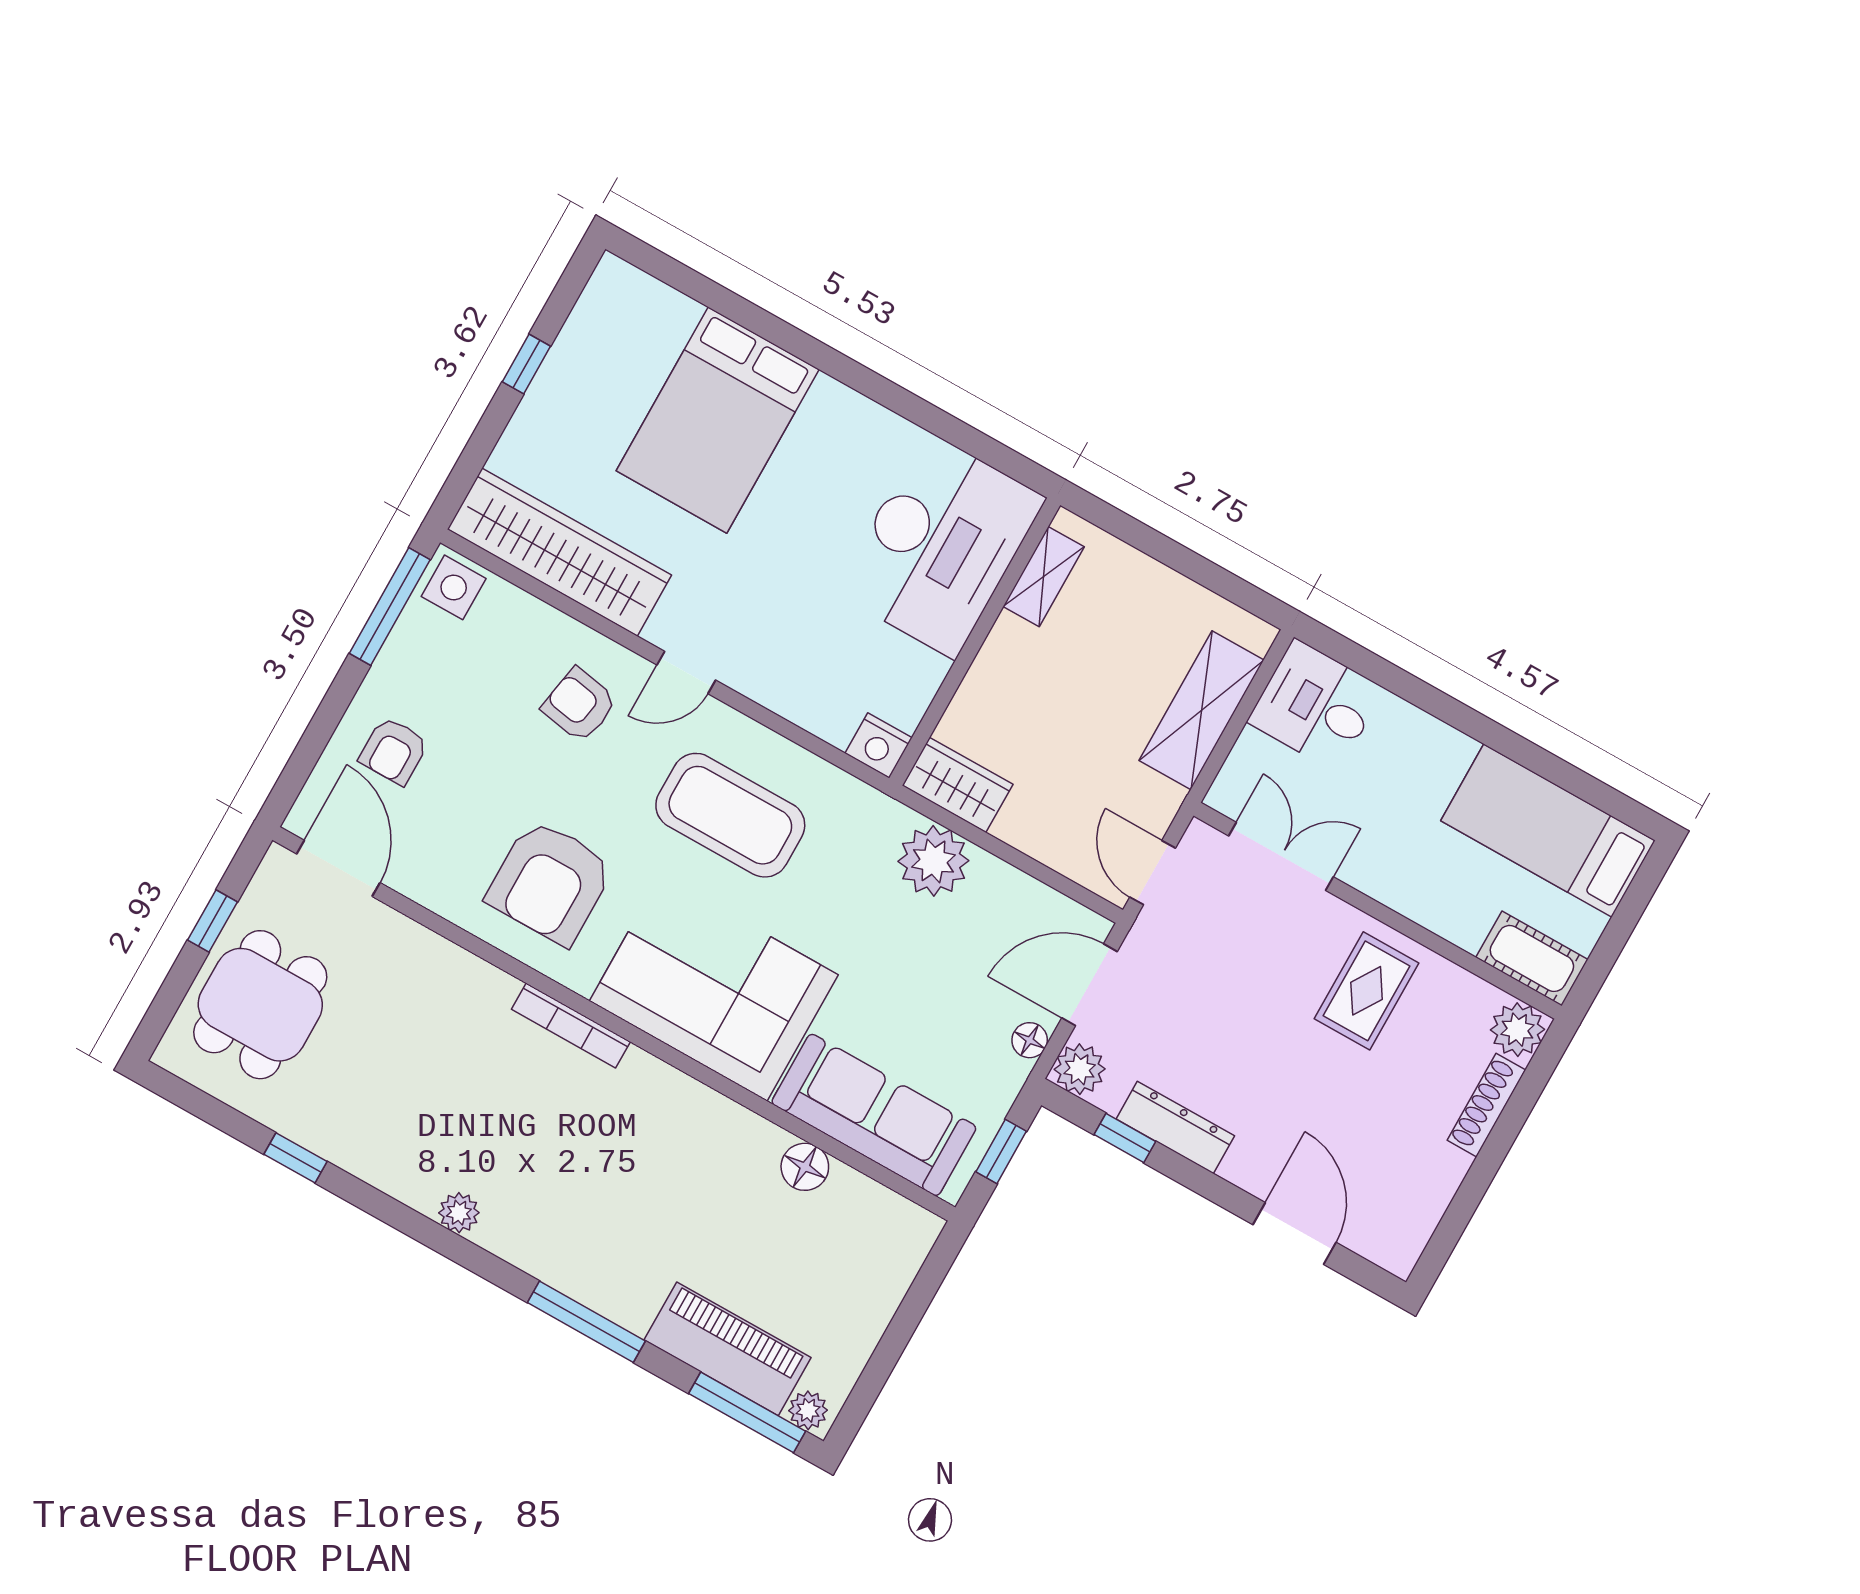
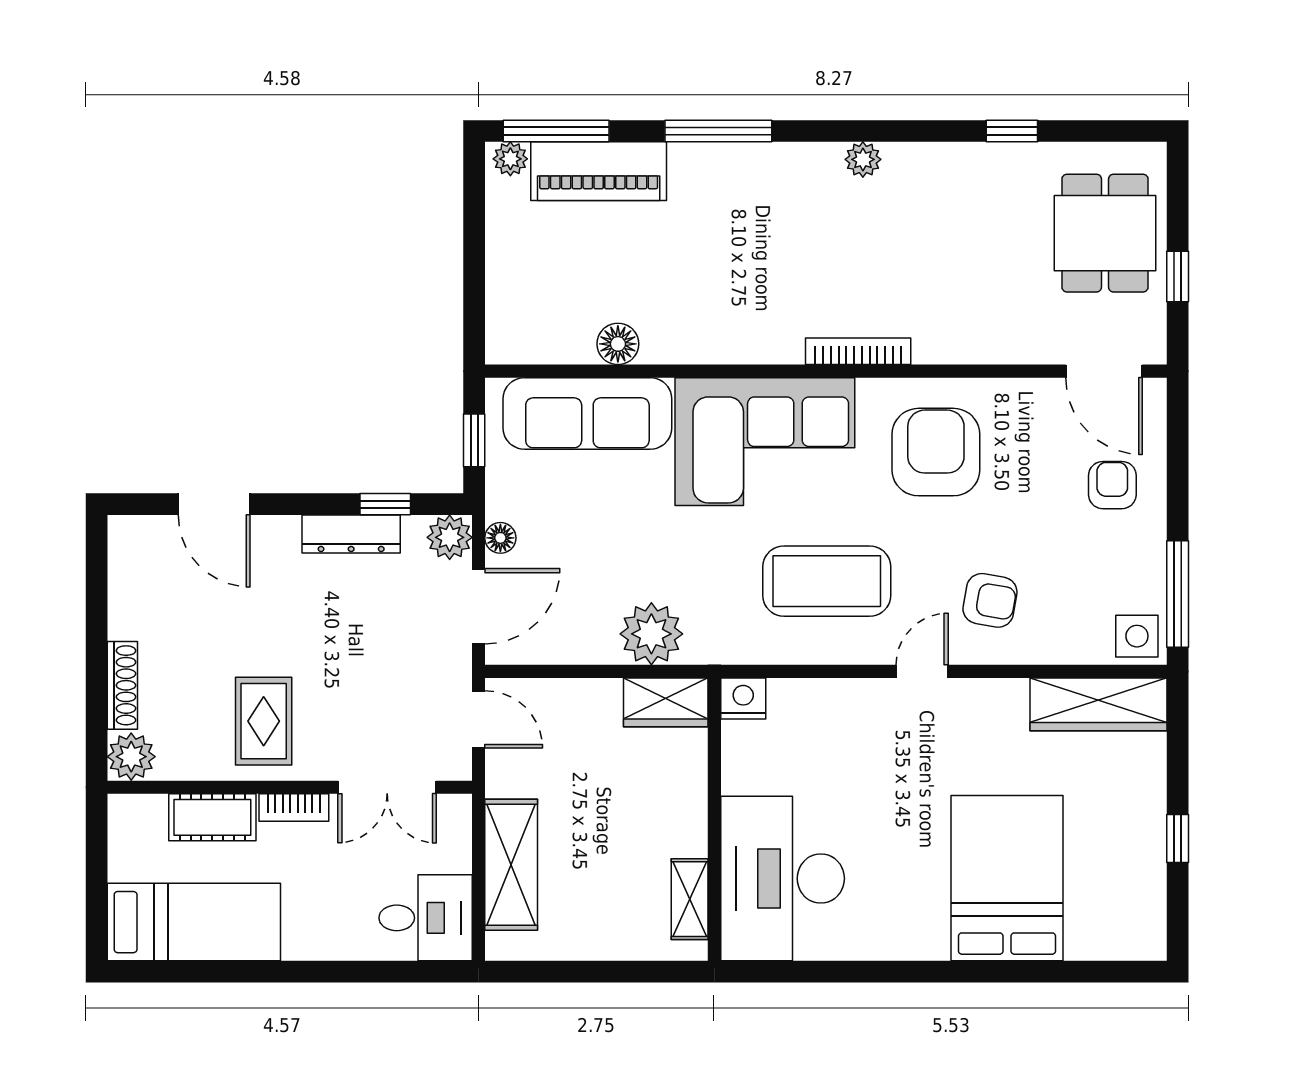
wardrobe: (559, 552) -> (1098, 704), width x0.71, depth x0.85
bookcase: (1385, 888) -> (294, 808), added
cot: (1532, 958) -> (212, 817), moved

